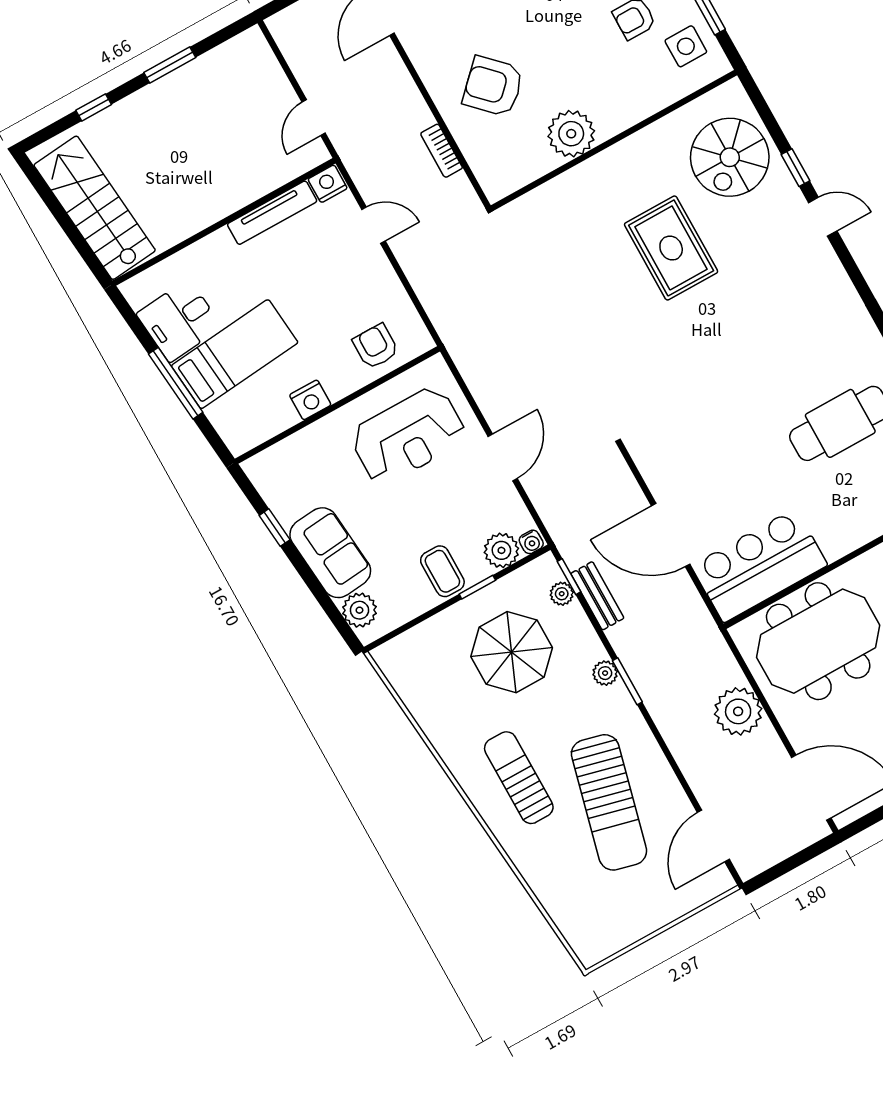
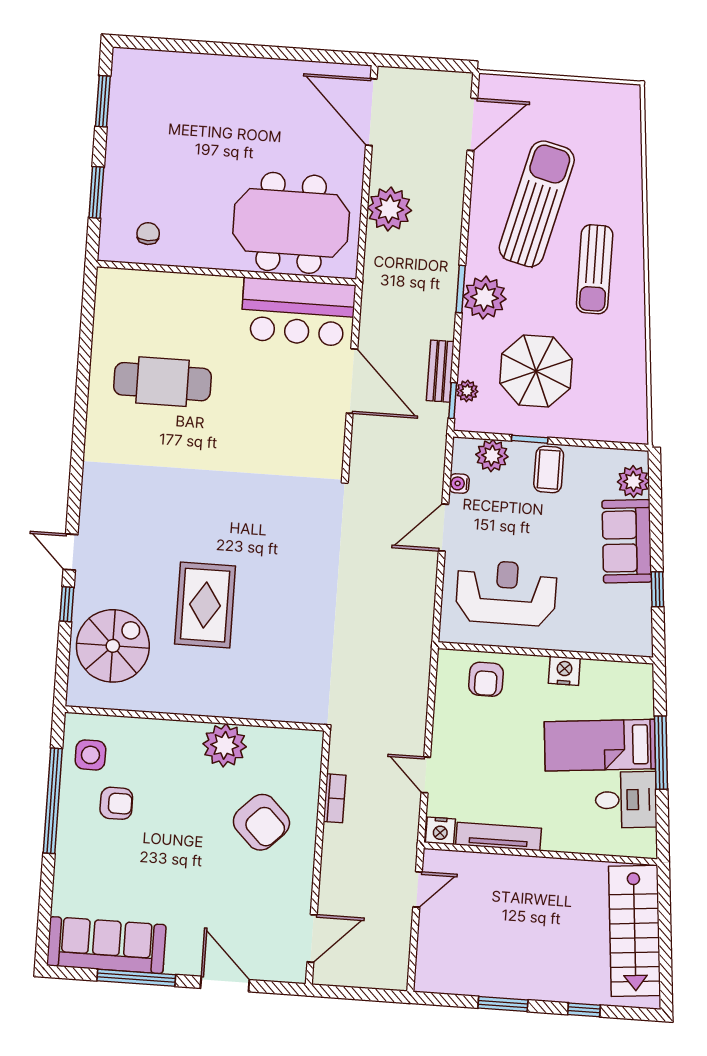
water cooler: (531, 542) -> (459, 484), moved, turned -90
plant: (605, 673) -> (485, 297), width x1.88, depth x1.88

